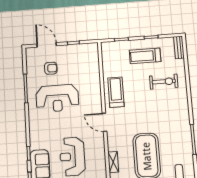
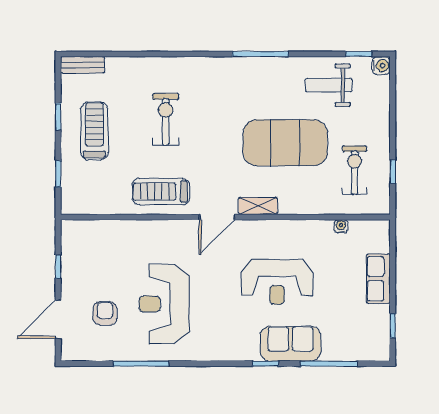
treadmill: (145, 56) -> (94, 131), turned 180
exercise bike: (164, 82) -> (166, 119), moved
reception desk: (57, 98) -> (164, 304), turned 180
shelving: (113, 162) -> (258, 206), moved

